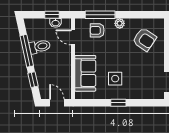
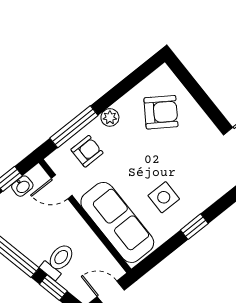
armchair: (97, 30) -> (87, 151), turned 180
toilet: (40, 47) -> (58, 261), moved
sofa: (85, 73) -> (117, 222), width x1.36

